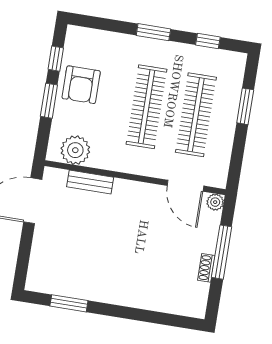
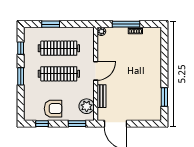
window: (49, 101) -> (77, 124), moved
door: (185, 186) -> (96, 71), moved

